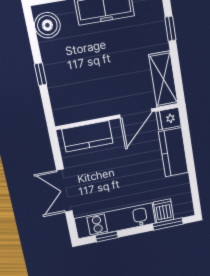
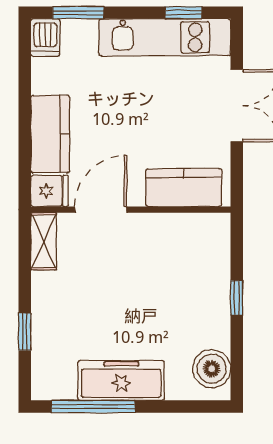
shelving: (163, 79) -> (44, 241), width x0.67, depth x0.75
dishwasher: (164, 211) -> (45, 37), moved

